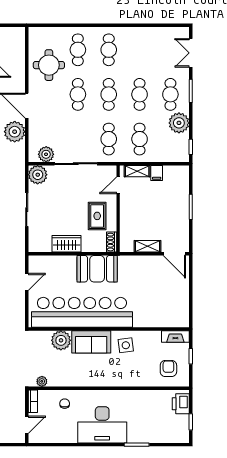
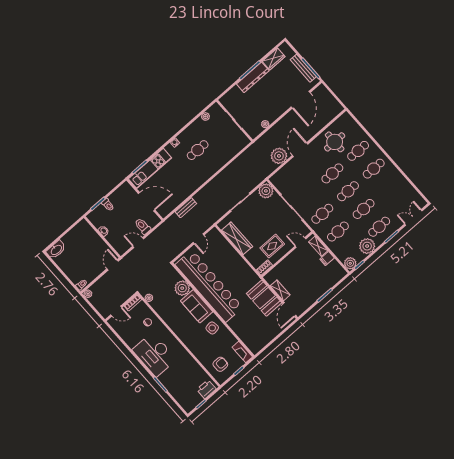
plant: (46, 154) -> (350, 263), moved
wardrobe: (67, 244) -> (237, 238), width x1.50
booth: (97, 269) -> (264, 298), moved
door: (27, 282) -> (199, 239), hinge flipped

